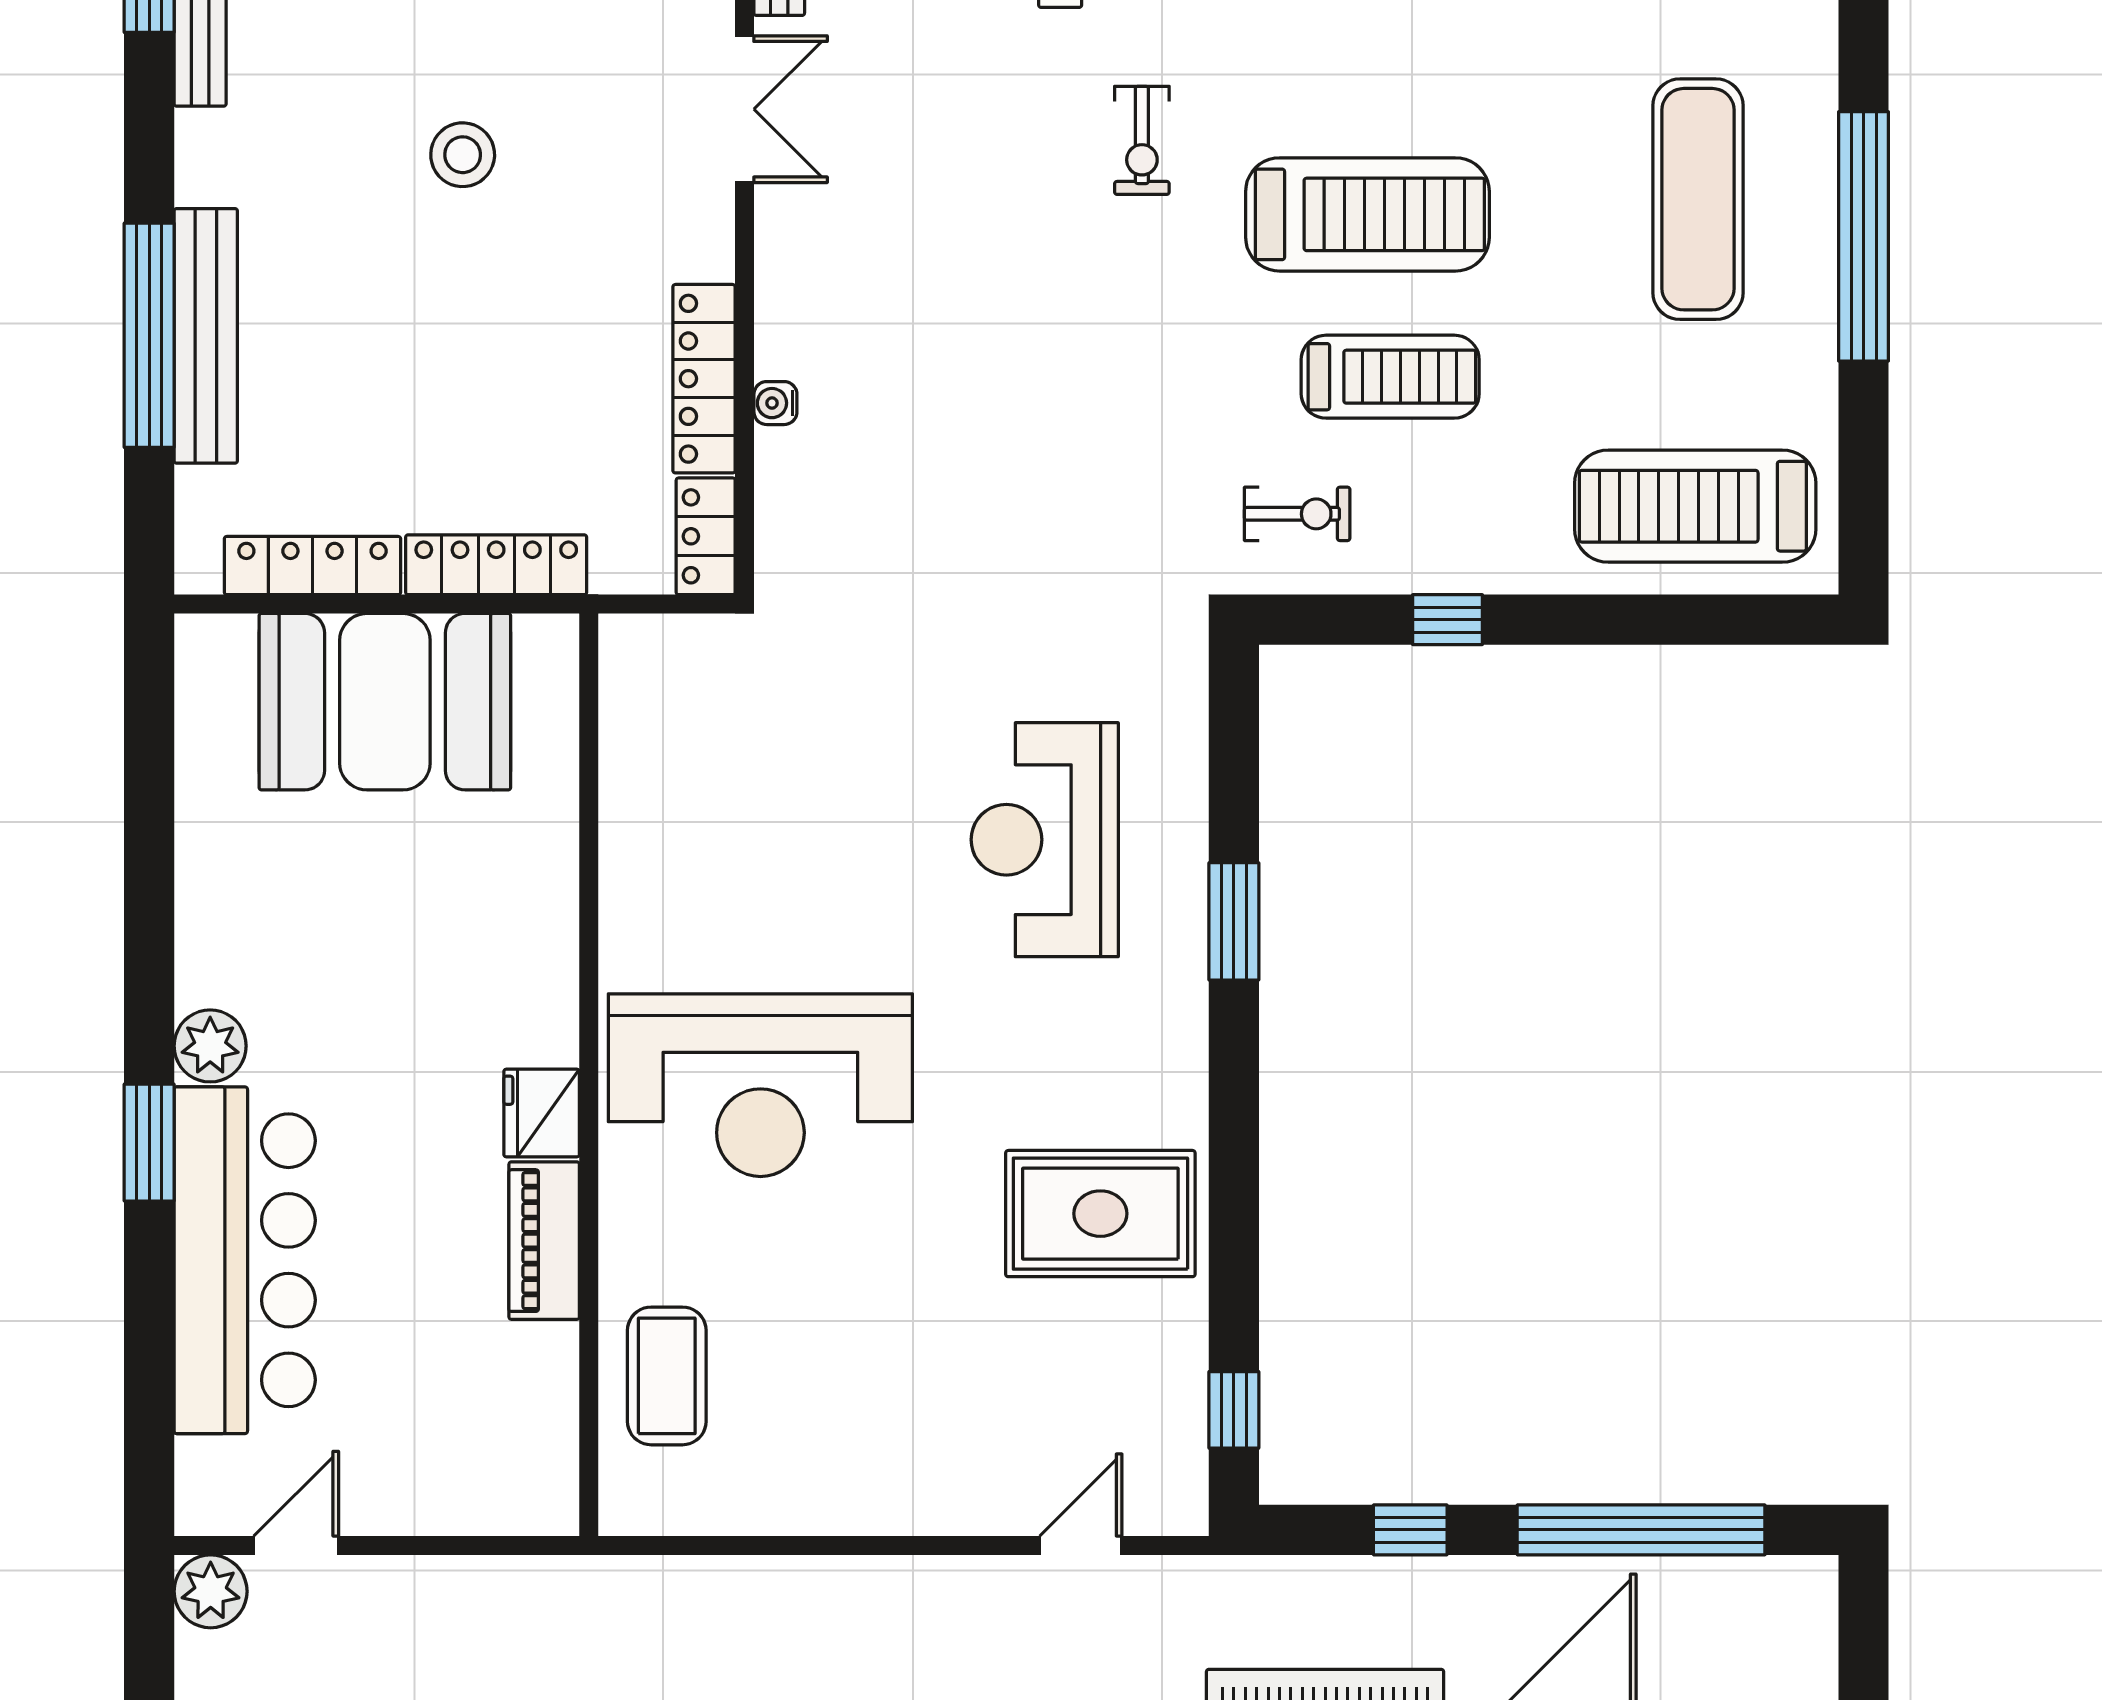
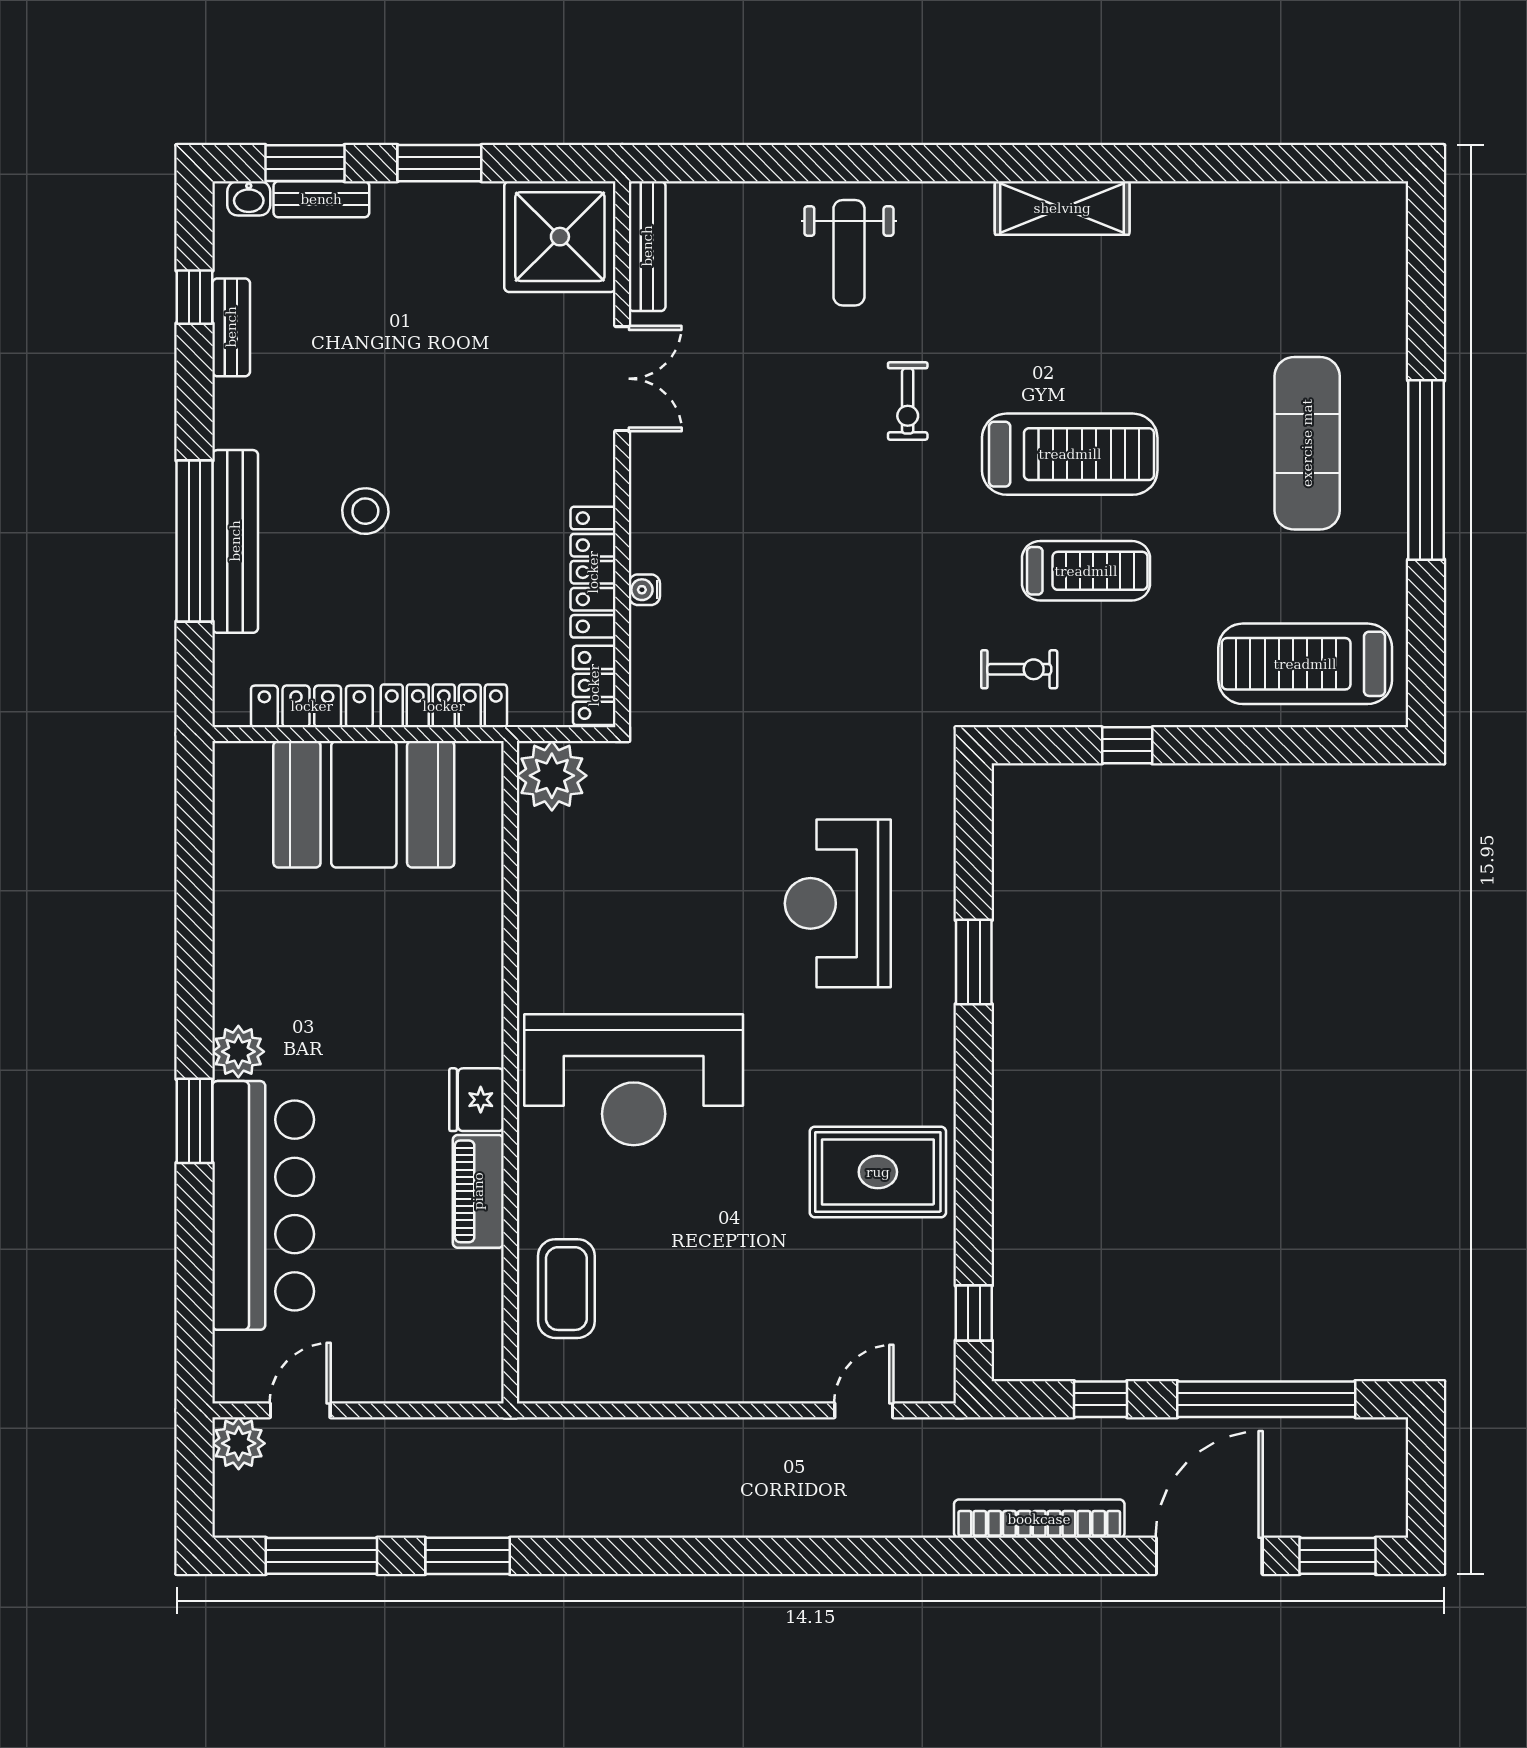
stool: (463, 155) -> (365, 511), moved
plant: (647, 662) -> (552, 776), added

